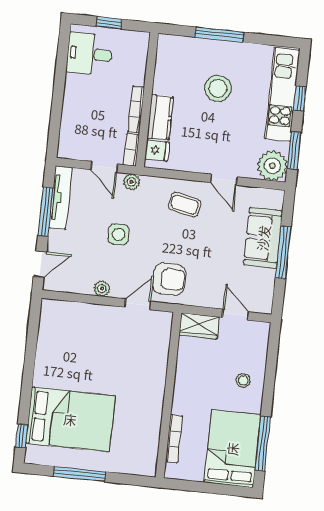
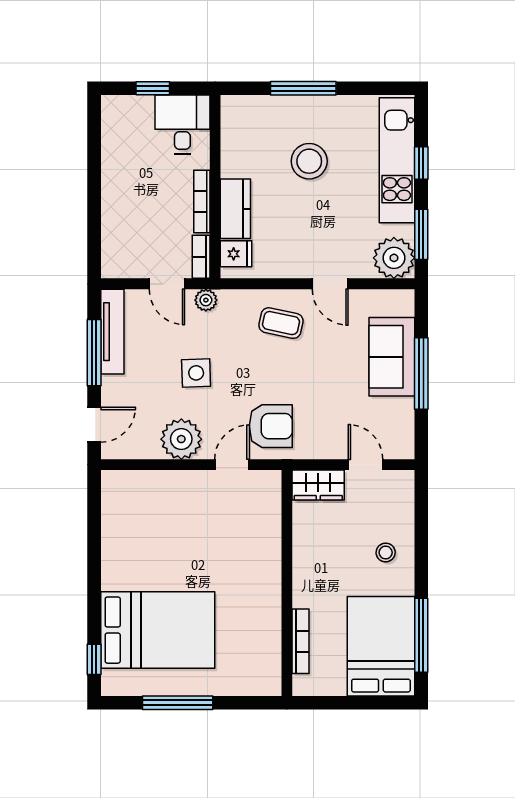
desk: (89, 54) -> (182, 125), moved, turned 90
plant: (102, 288) -> (181, 439), width x1.87, depth x1.87

